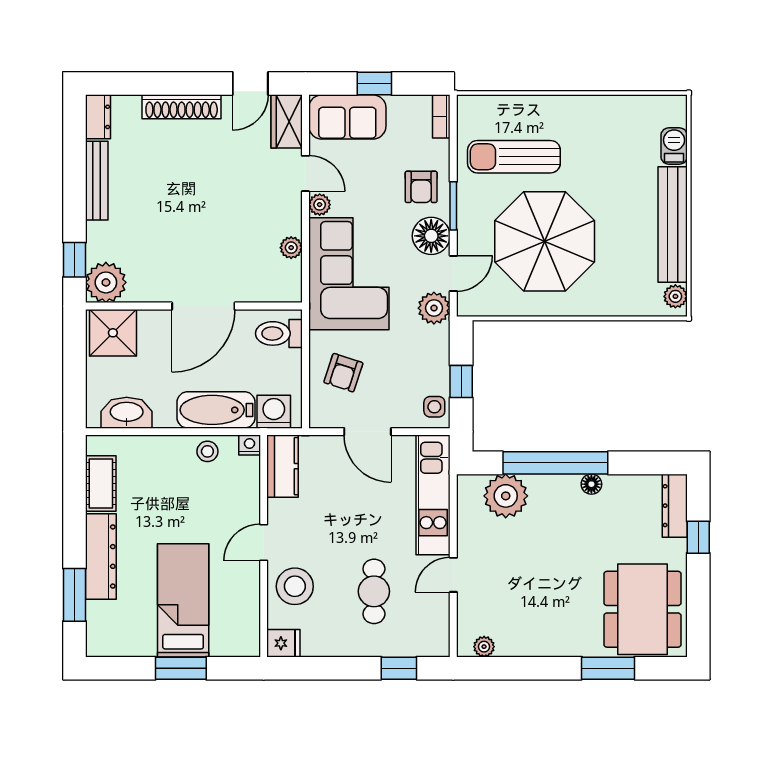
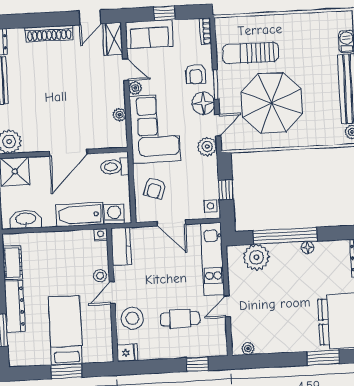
stool: (207, 451) -> (100, 276), moved
cafe table: (374, 591) -> (180, 319), turned 90

